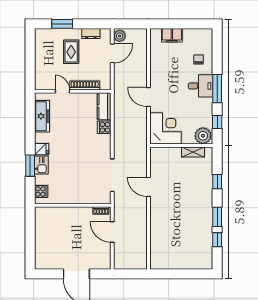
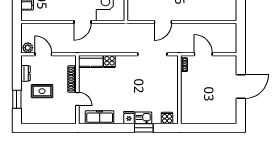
door: (62, 91) -> (77, 99), swing flipped
door: (112, 232) -> (203, 54), swing flipped

